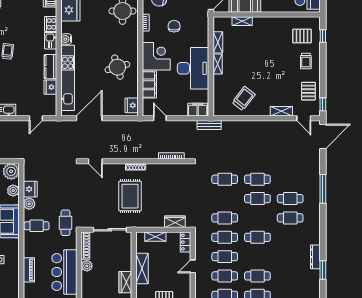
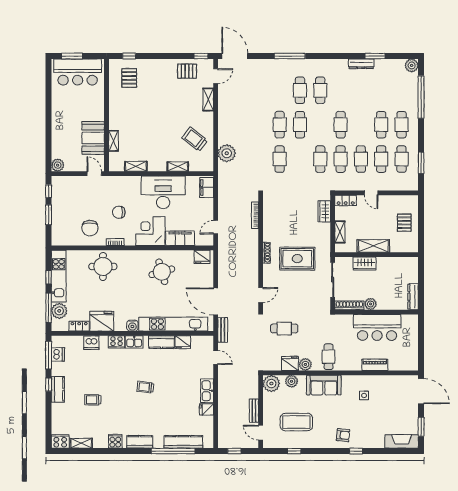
trolley: (306, 61) -> (155, 74), removed
shelving: (218, 64) -> (178, 167), moved
bench: (209, 125) -> (223, 330), moved
plant: (230, 129) -> (227, 153), added
cafe table: (65, 223) -> (284, 328), moved
wardrobe: (125, 282) -> (365, 263), moved

